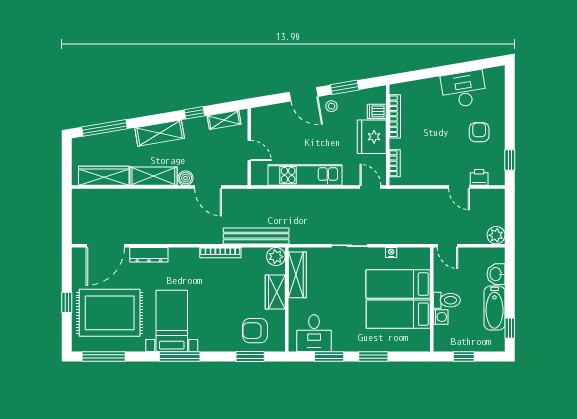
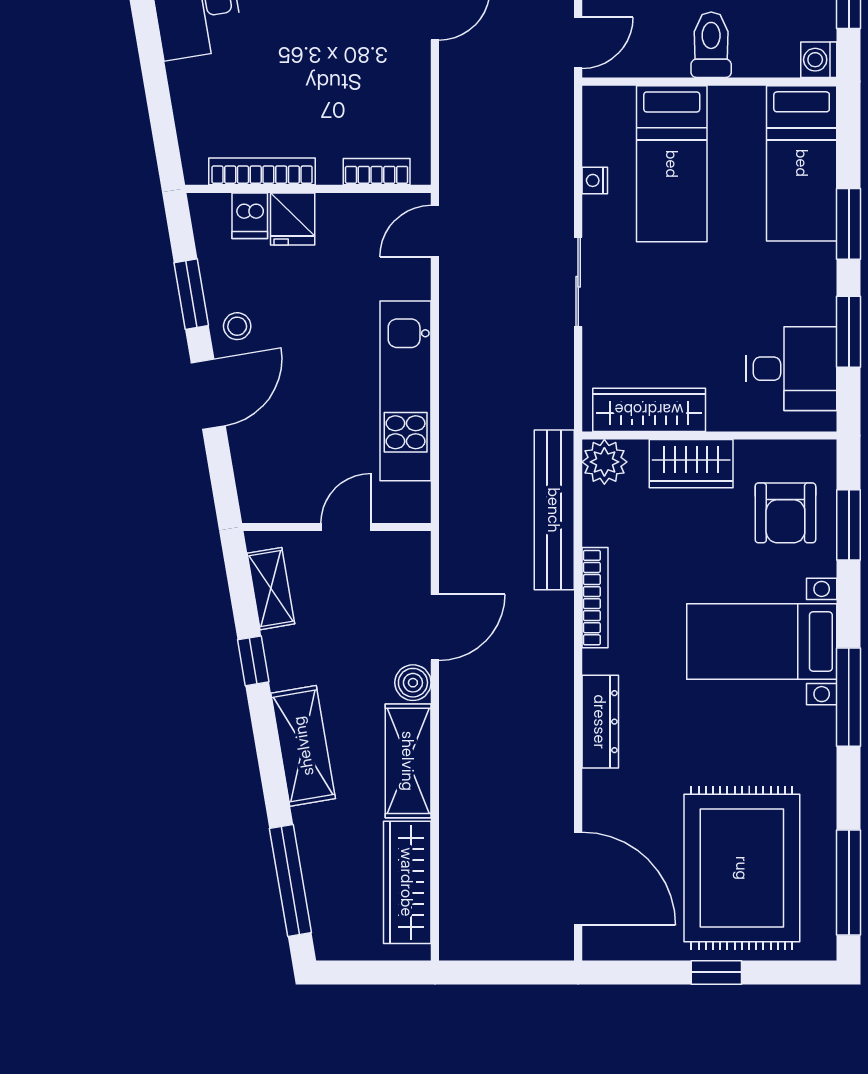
fridge: (372, 137) -> (293, 219), width x0.53, depth x0.75
dresser: (149, 255) -> (600, 722), moved
bed: (398, 314) -> (802, 163), moved
washing machine: (441, 317) -> (819, 60), moved, turned -90
bed with nightstands: (172, 321) -> (762, 641), moved

